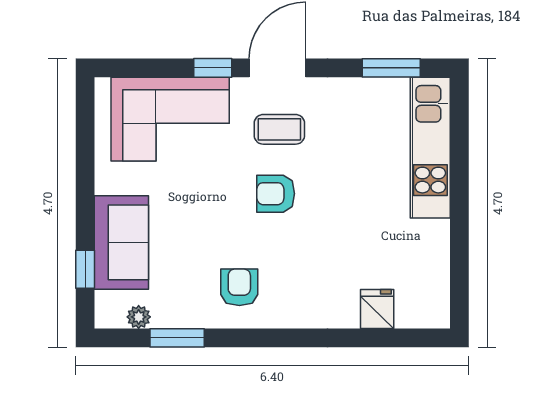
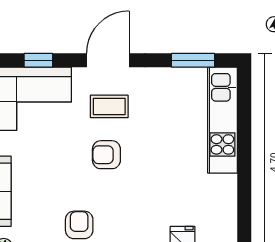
window: (213, 68) -> (38, 60), moved

